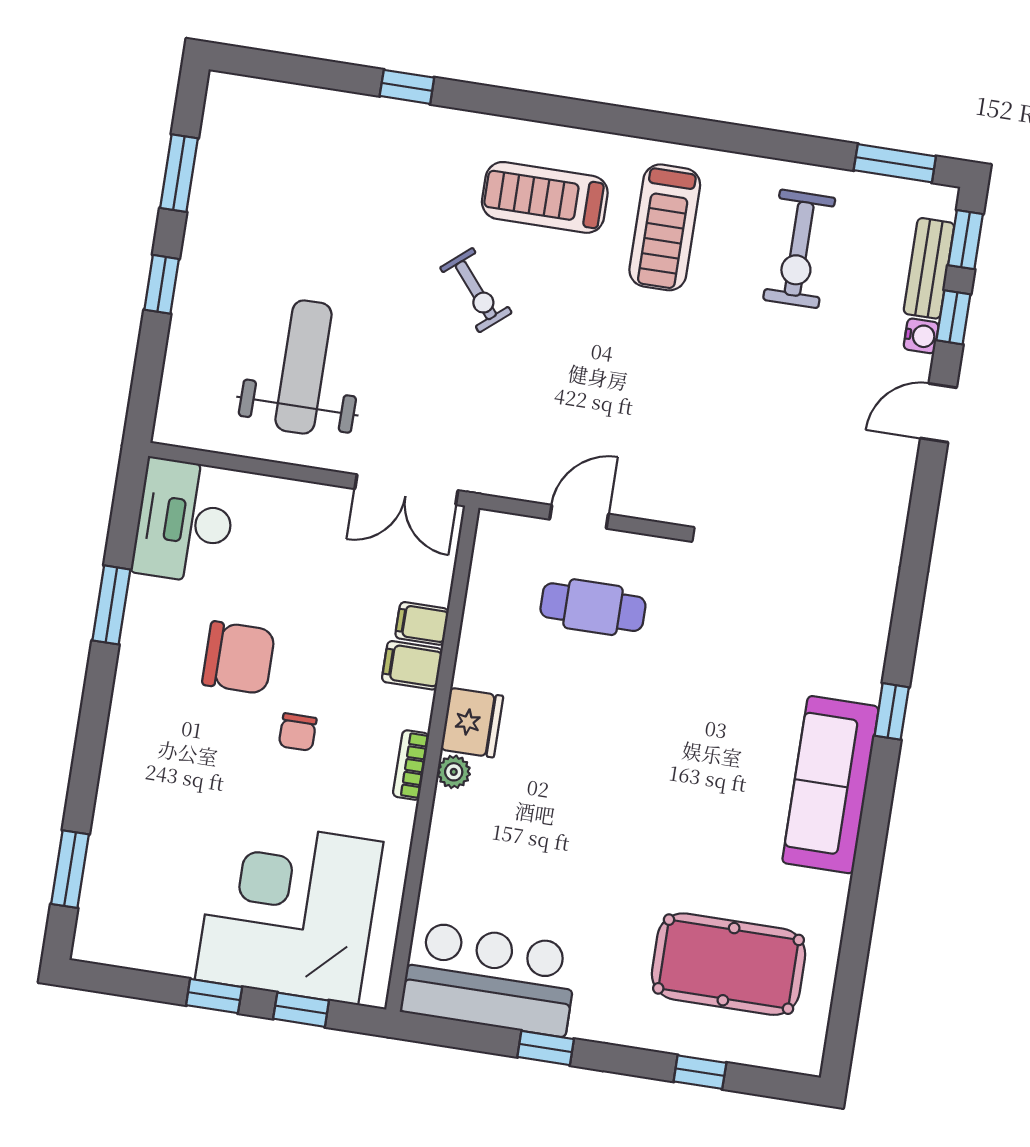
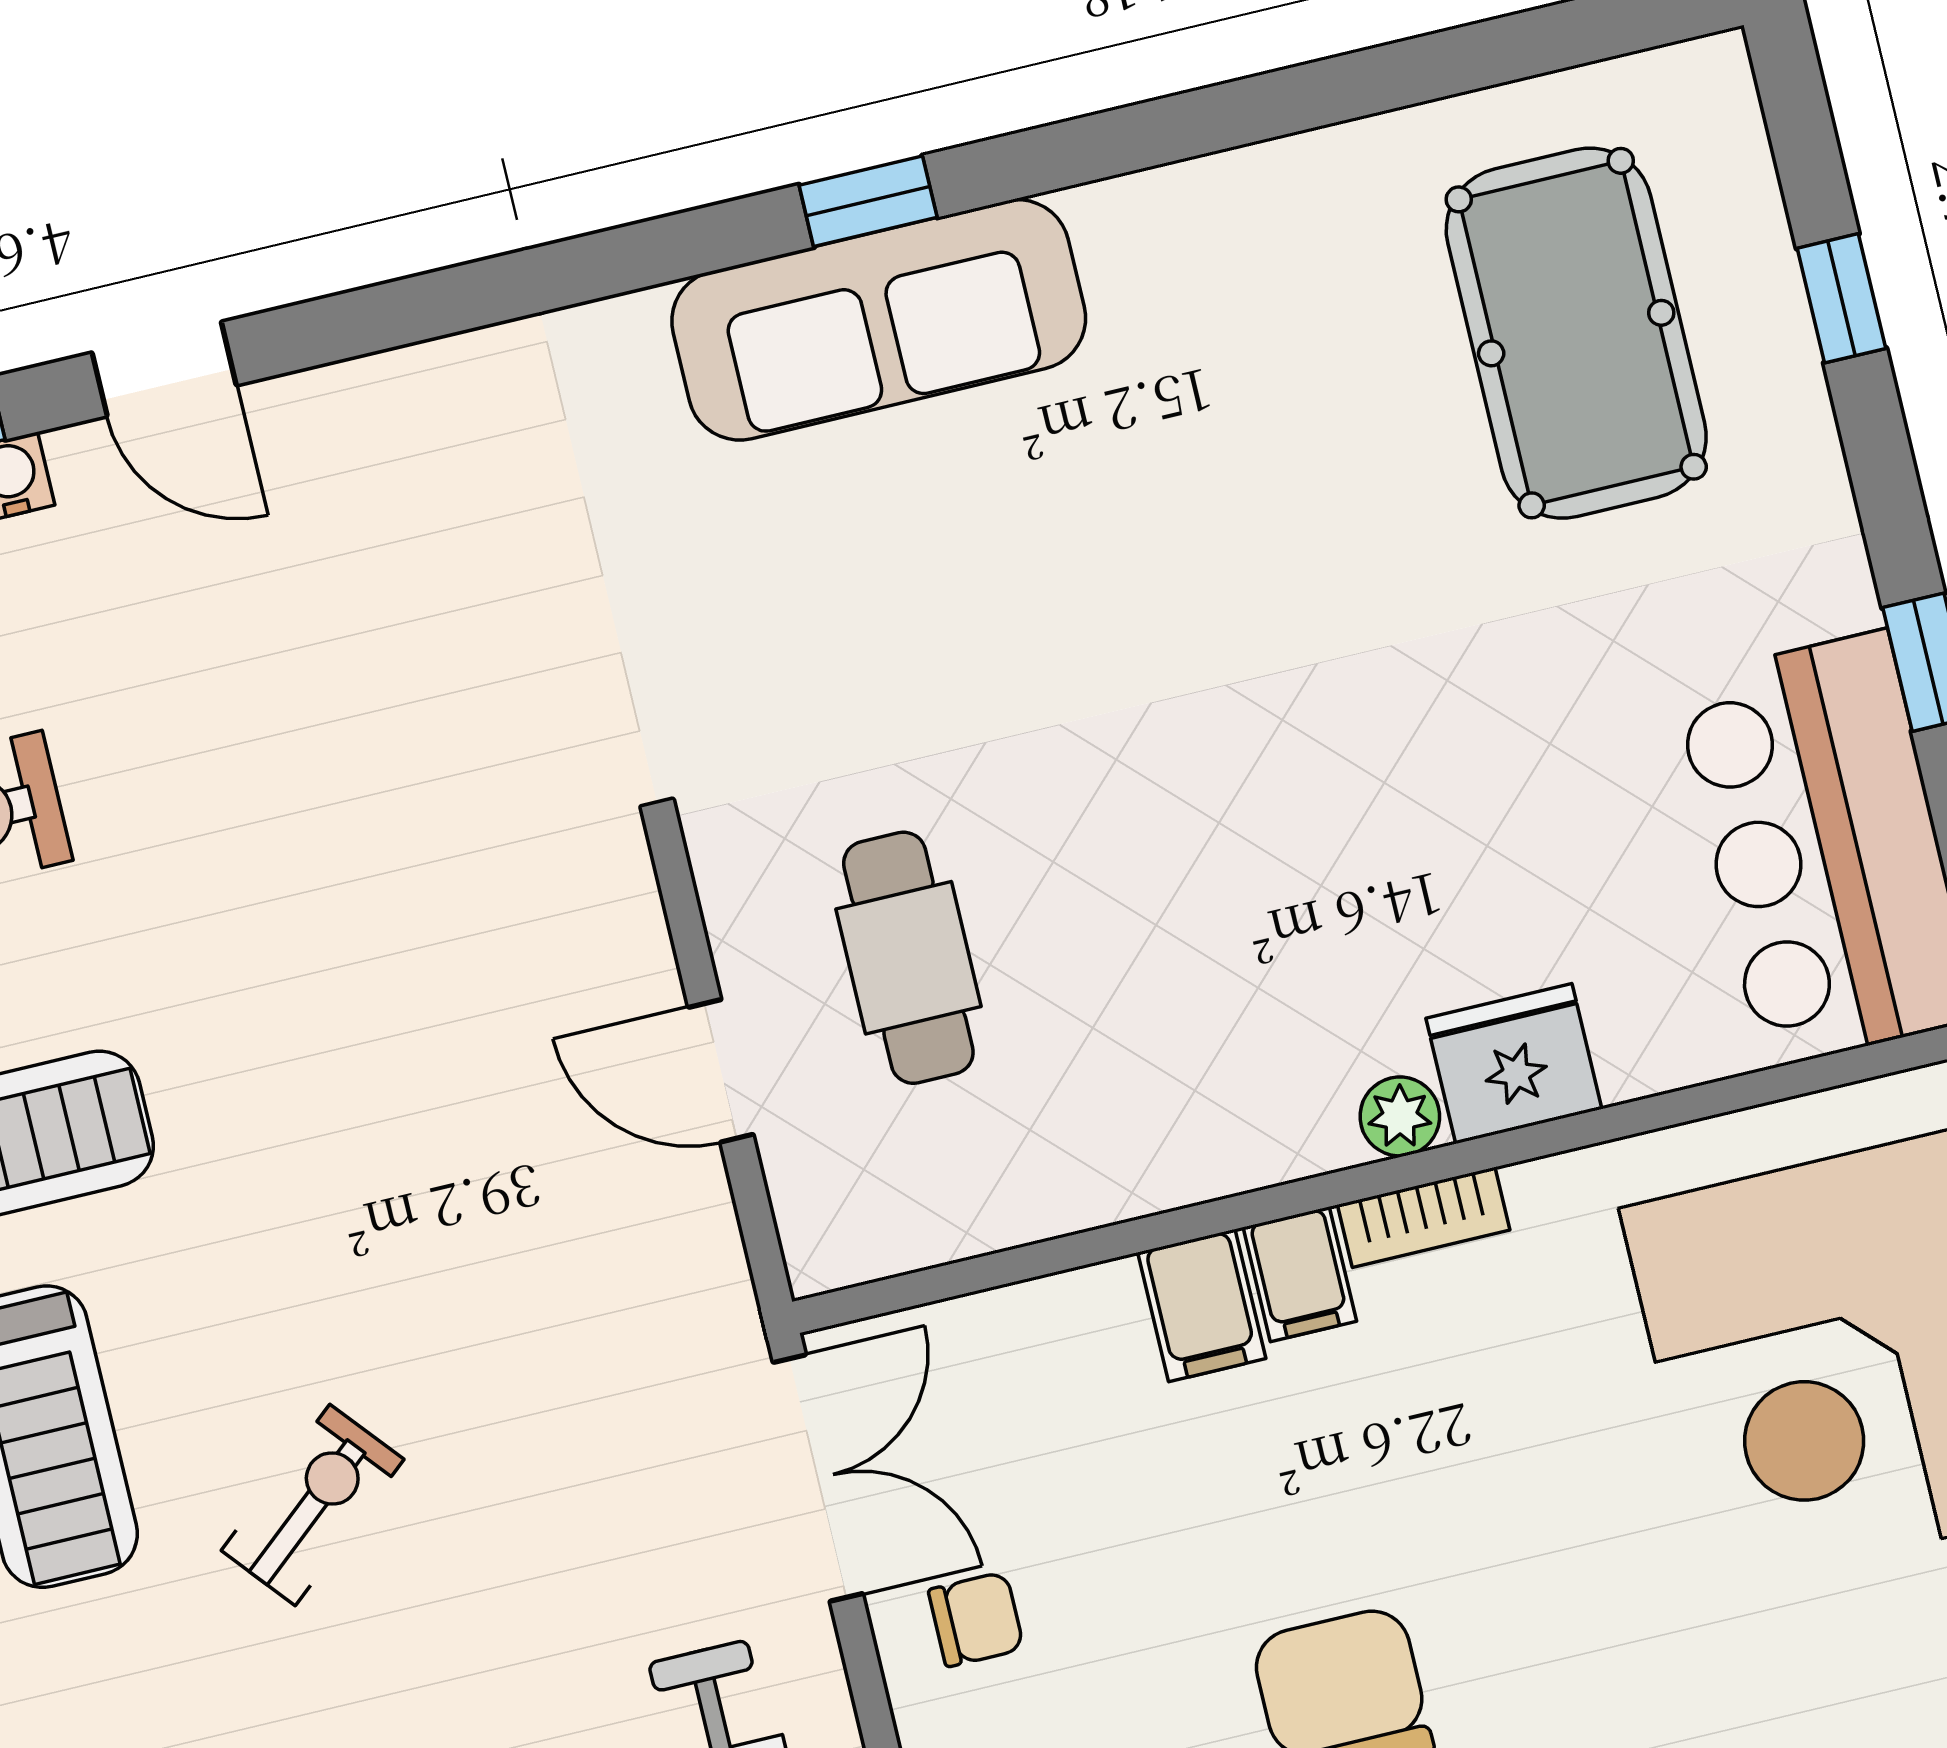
filing cabinet: (422, 623) -> (1300, 1274), moved
fridge: (472, 723) -> (1514, 1064), moved
chair: (298, 732) -> (976, 1619), moved
sofa: (830, 785) -> (879, 320), moved

